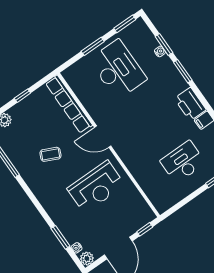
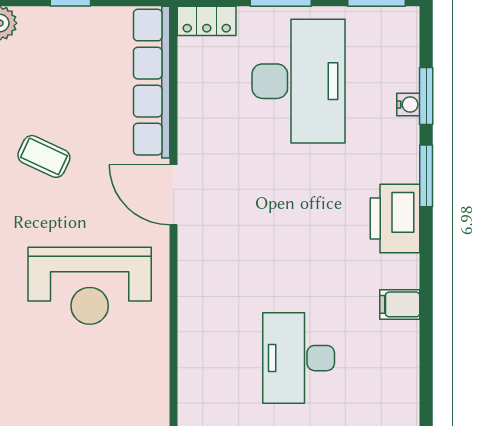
locker: (73, 71) -> (207, 21), added
printer: (190, 104) -> (395, 219), moved
desk: (183, 162) -> (299, 358), turned -90

